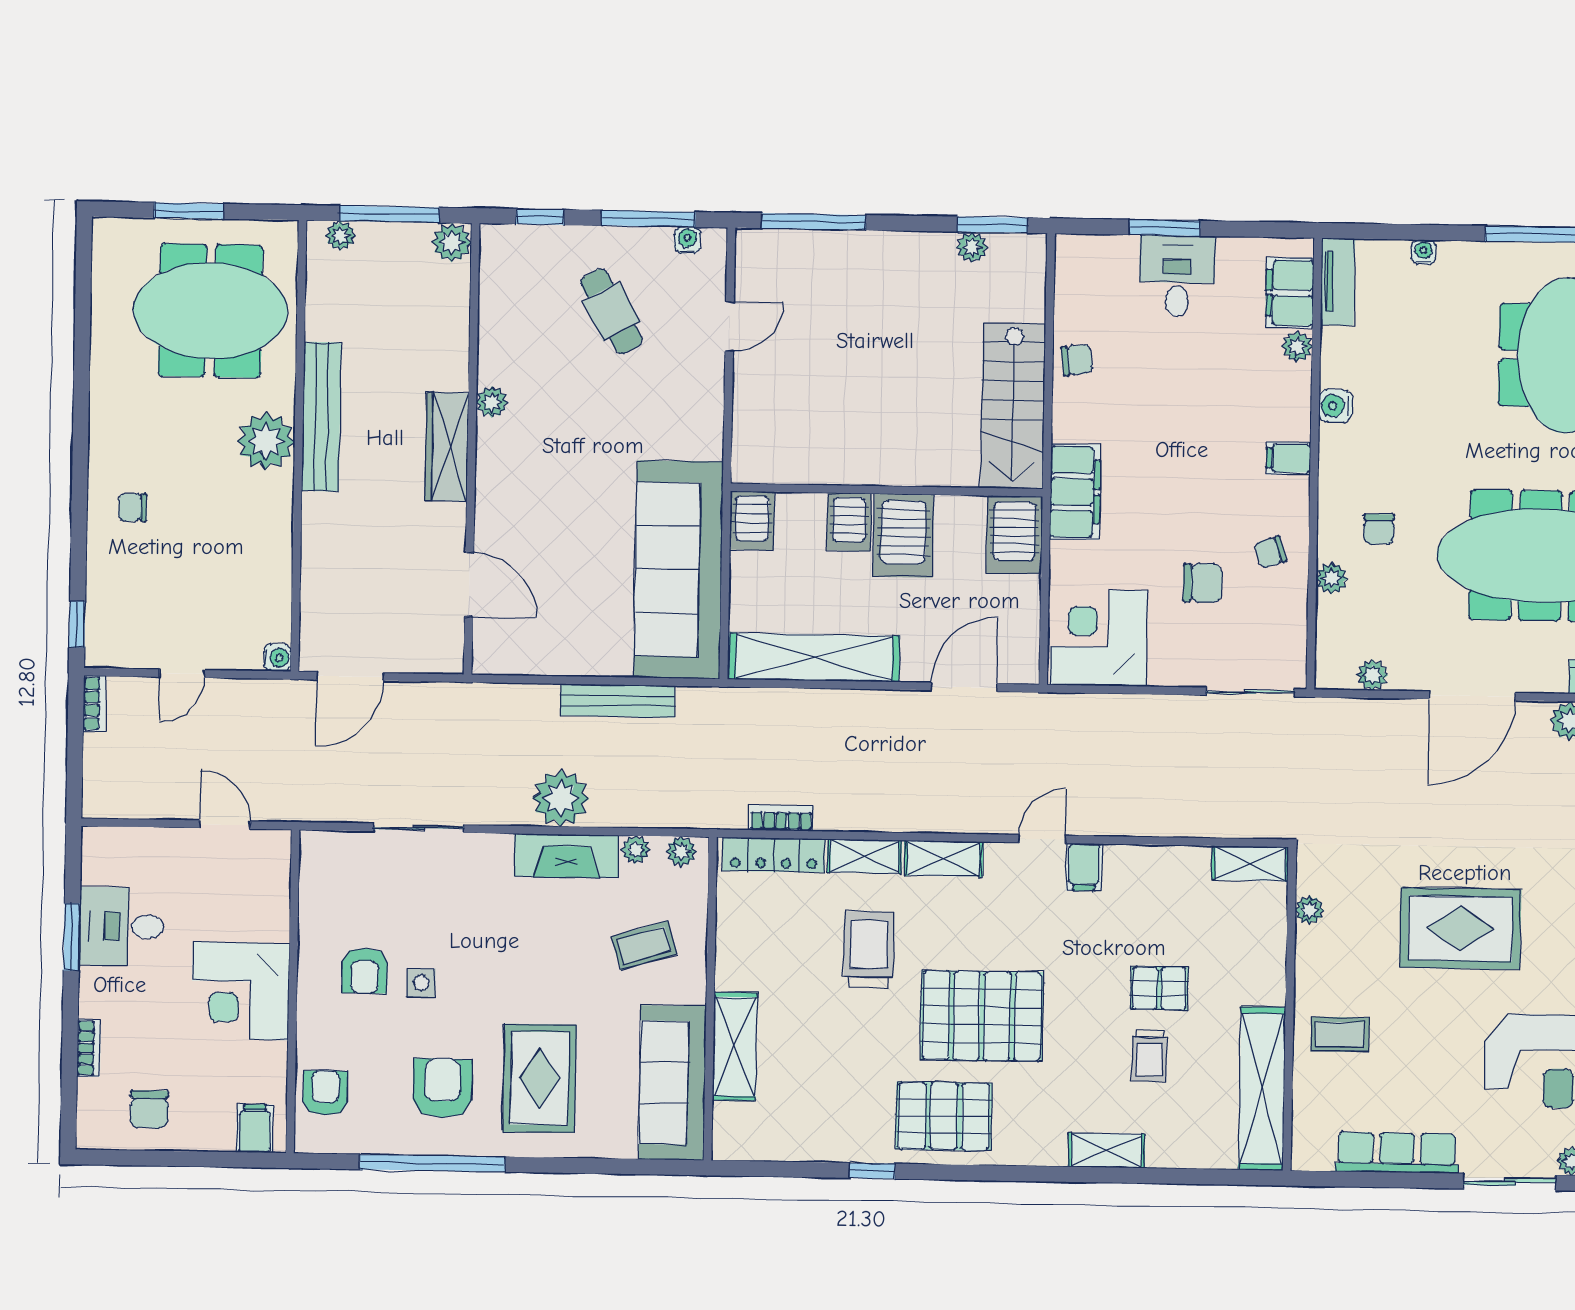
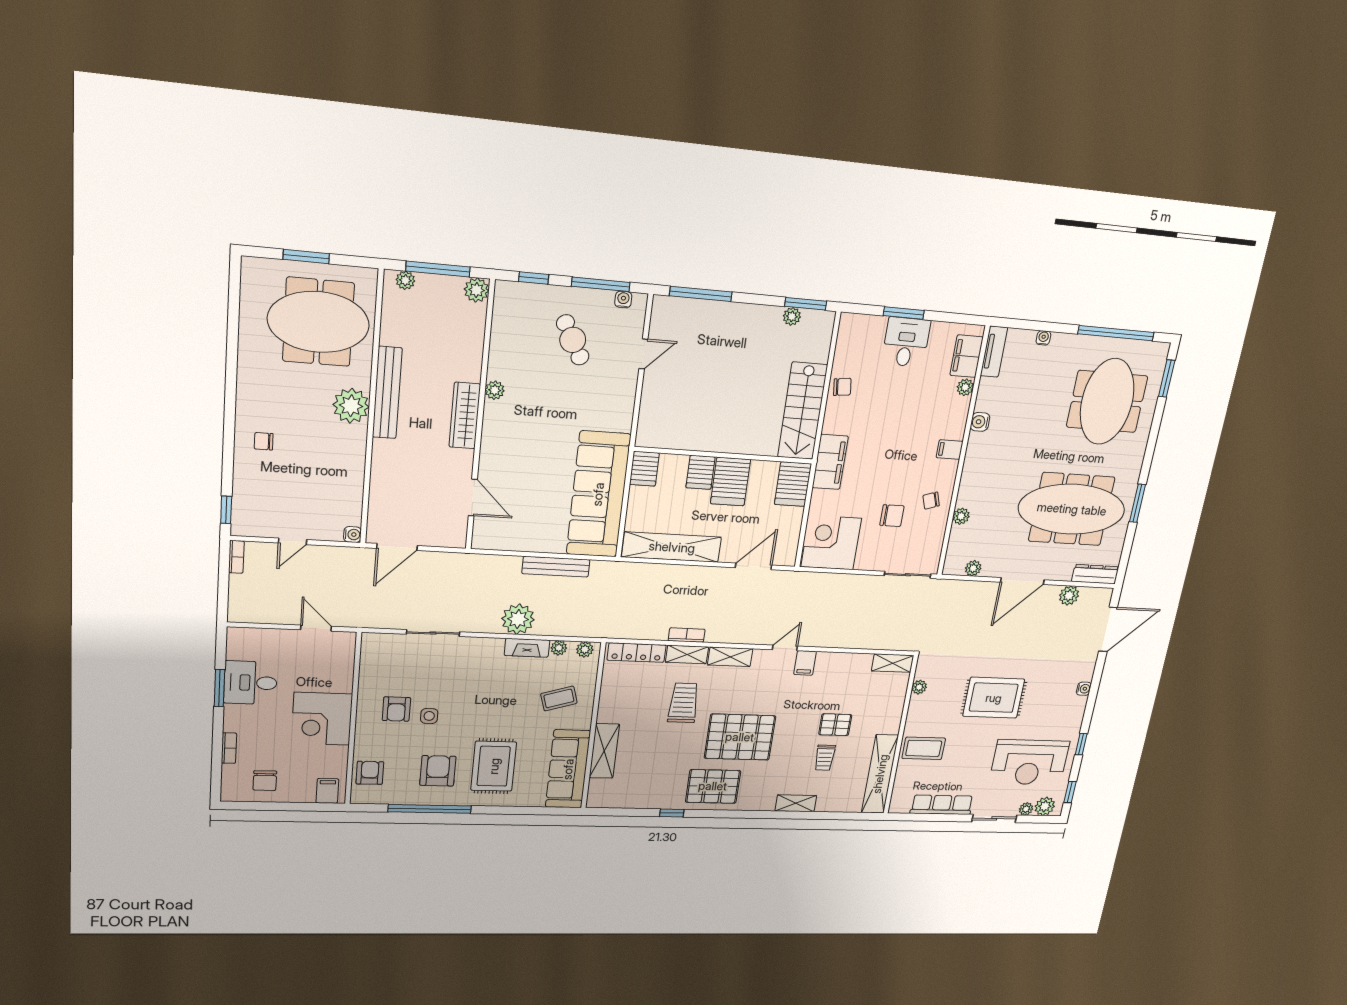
chair: (1379, 529) -> (991, 491), removed
bookcase: (781, 818) -> (687, 635), moved
fireplace: (566, 856) -> (527, 648), width x0.73, depth x0.76
coffee table: (1340, 1034) -> (924, 748), width x1.36, depth x1.30

